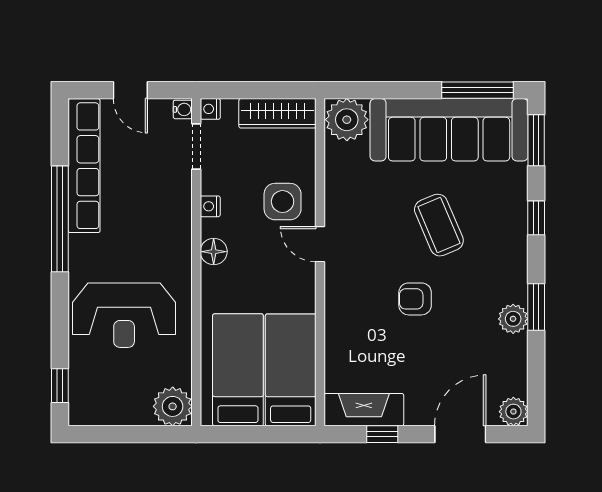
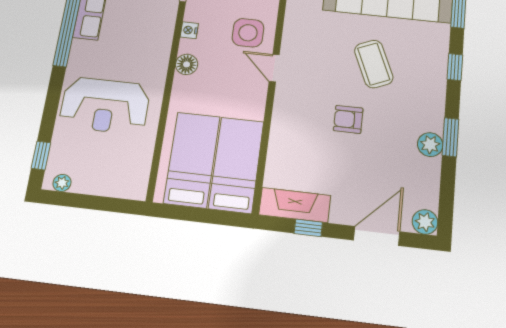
plant: (173, 406) -> (62, 183), moved, width x0.53, depth x0.53

